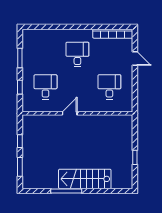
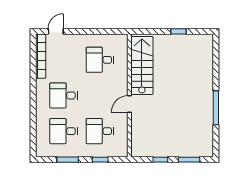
desk: (45, 54) -> (64, 131), added
door: (135, 59) -> (56, 31), moved
door: (70, 113) -> (129, 104), hinge flipped
stairs: (85, 179) -> (142, 66), moved, turned 180

